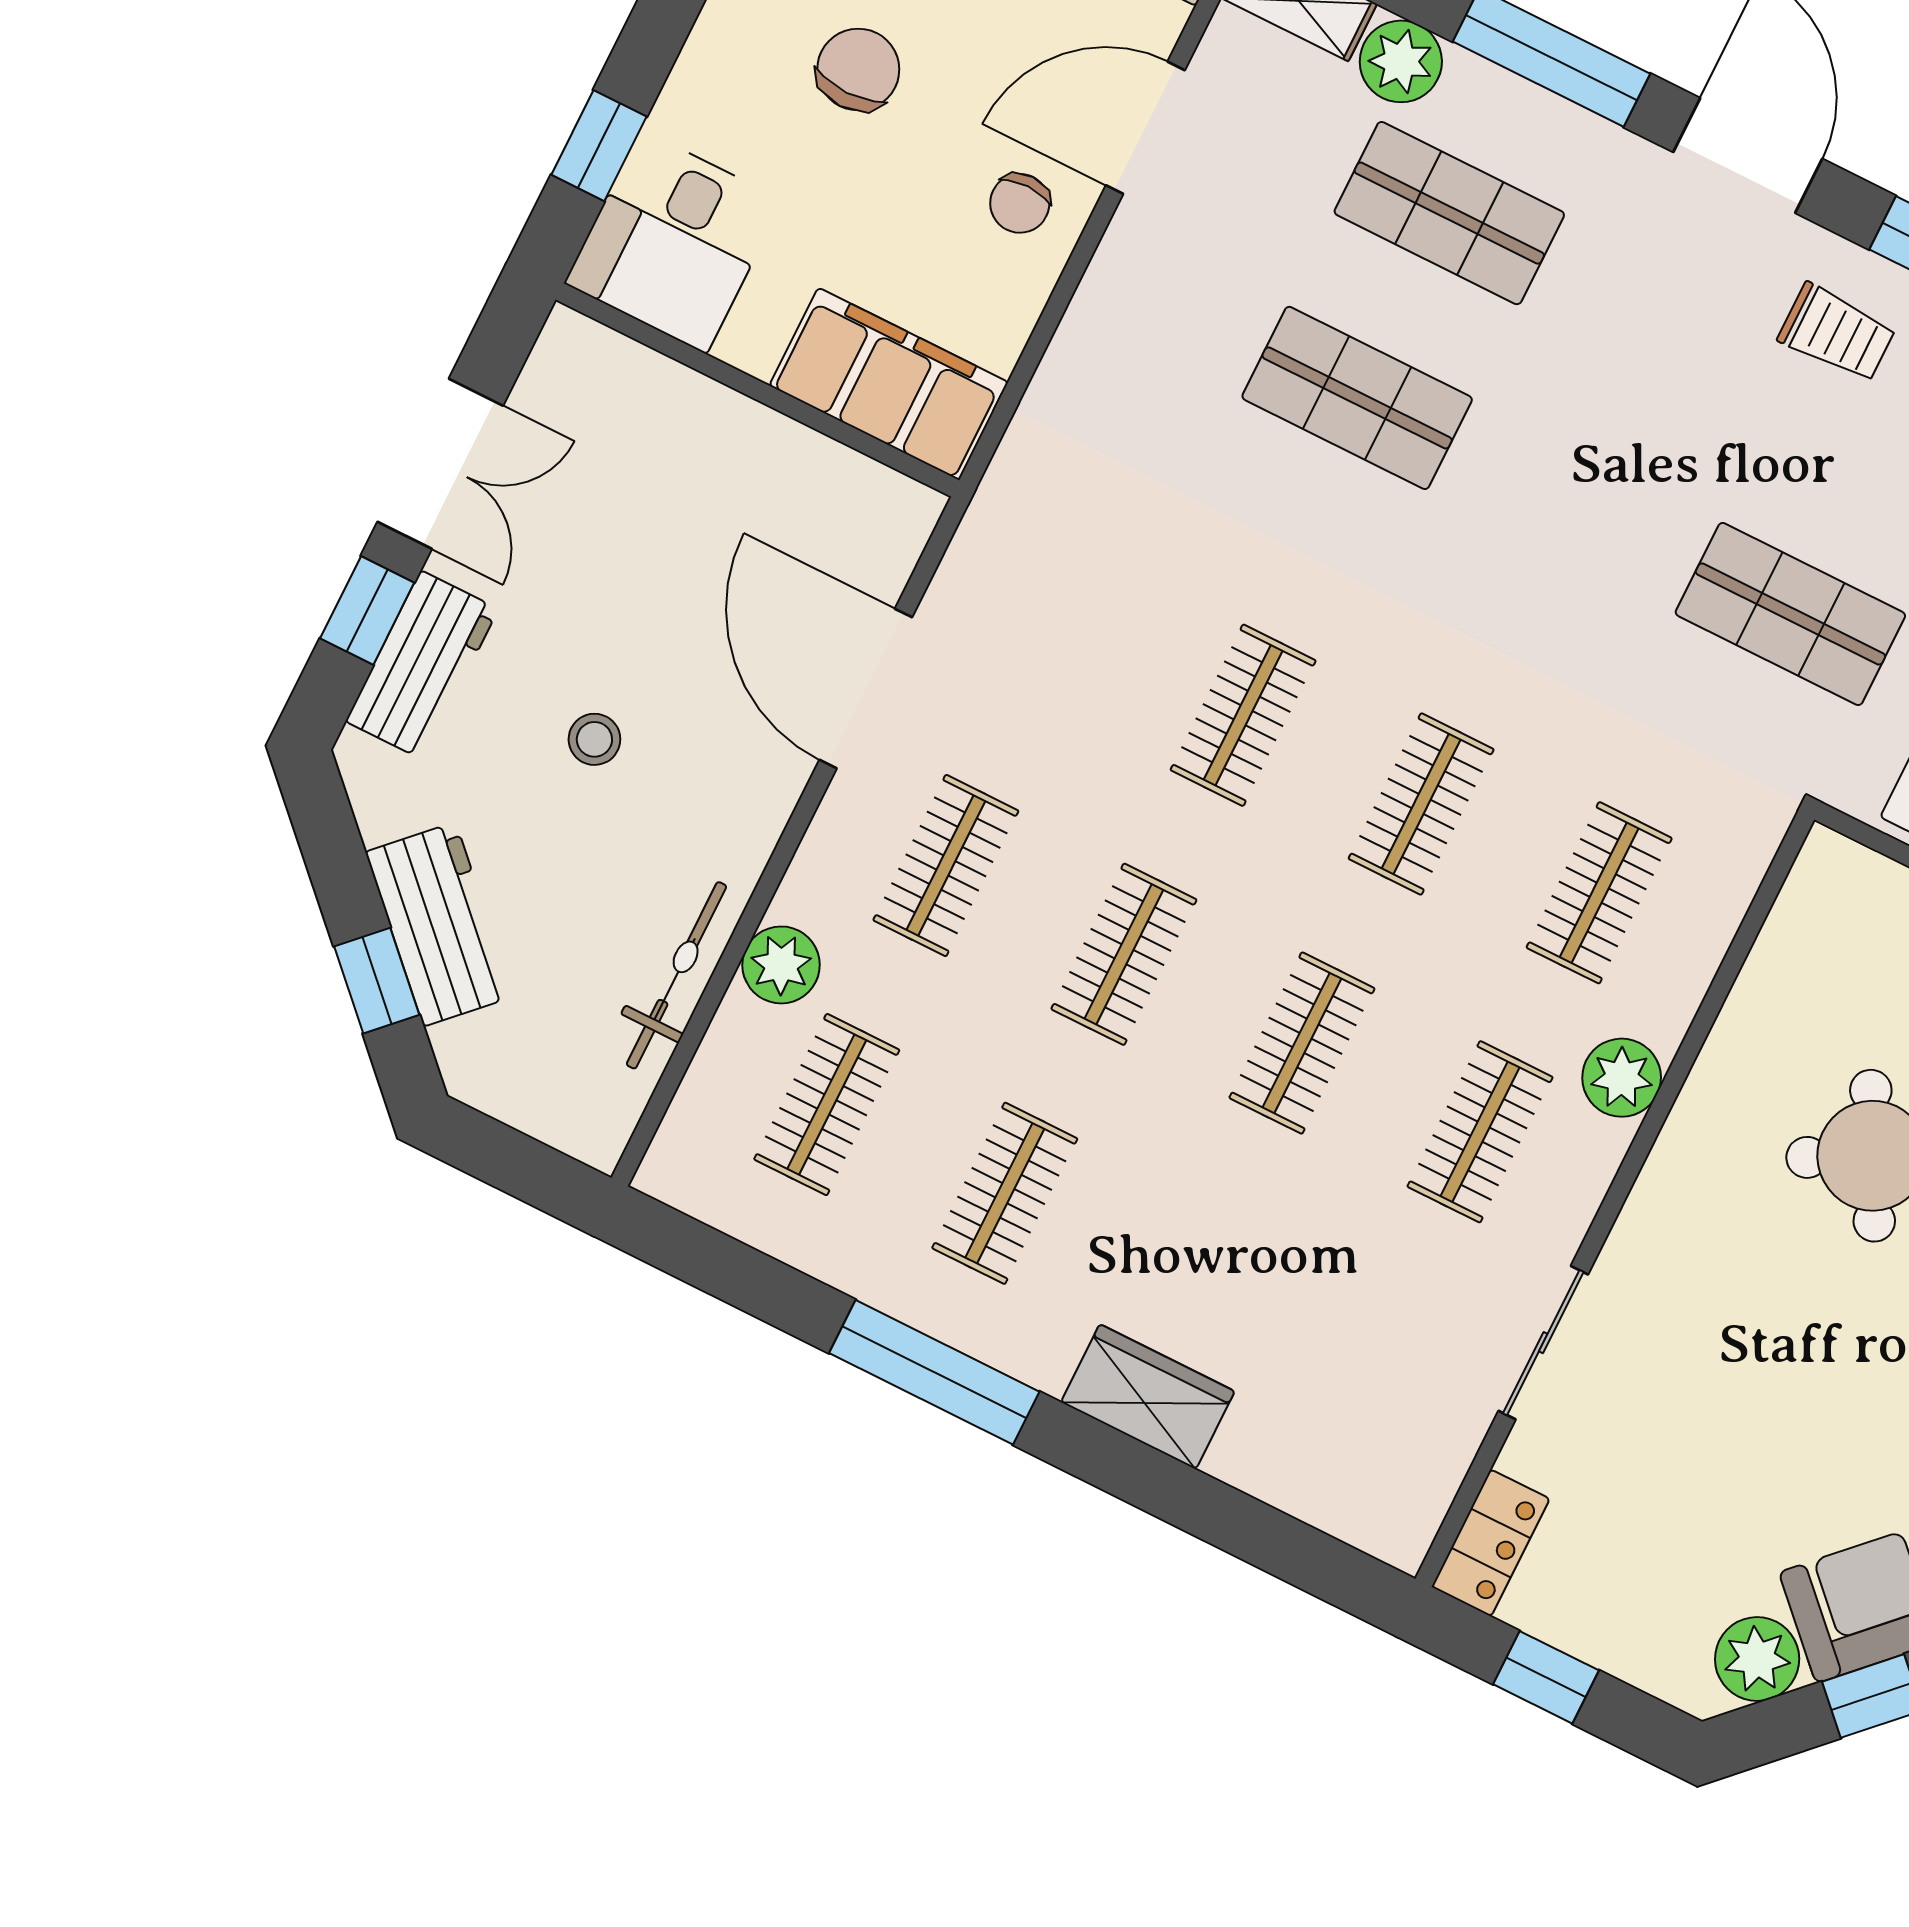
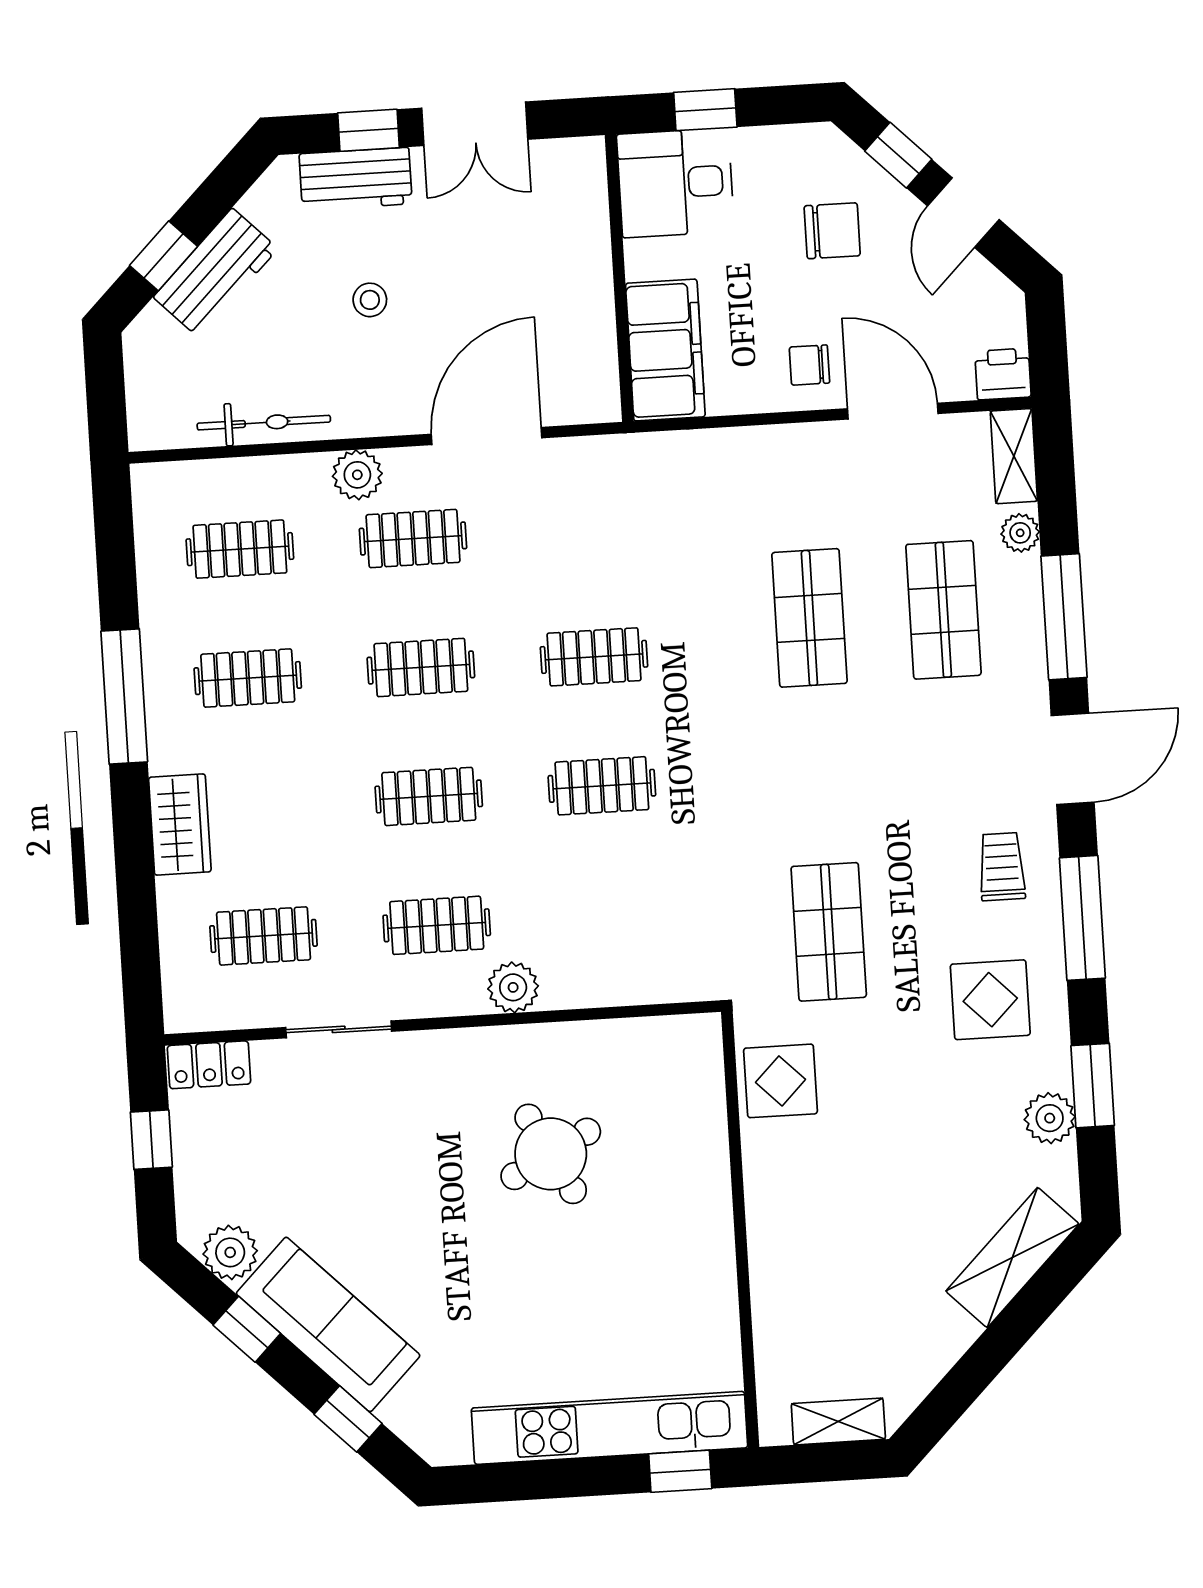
plant: (1401, 61) -> (1020, 533), width x0.73, depth x0.73
trolley: (1837, 333) -> (1002, 867), turned 180
clothes rail: (1599, 893) -> (264, 936), moved
plant: (781, 965) -> (357, 475), moved

